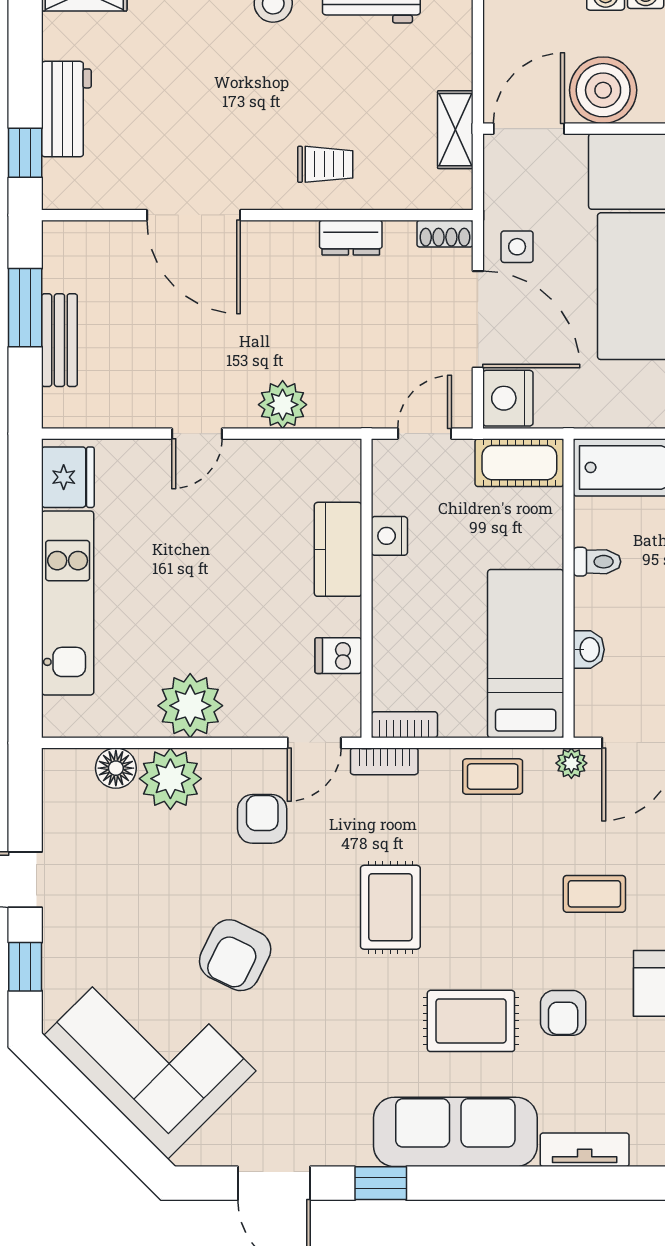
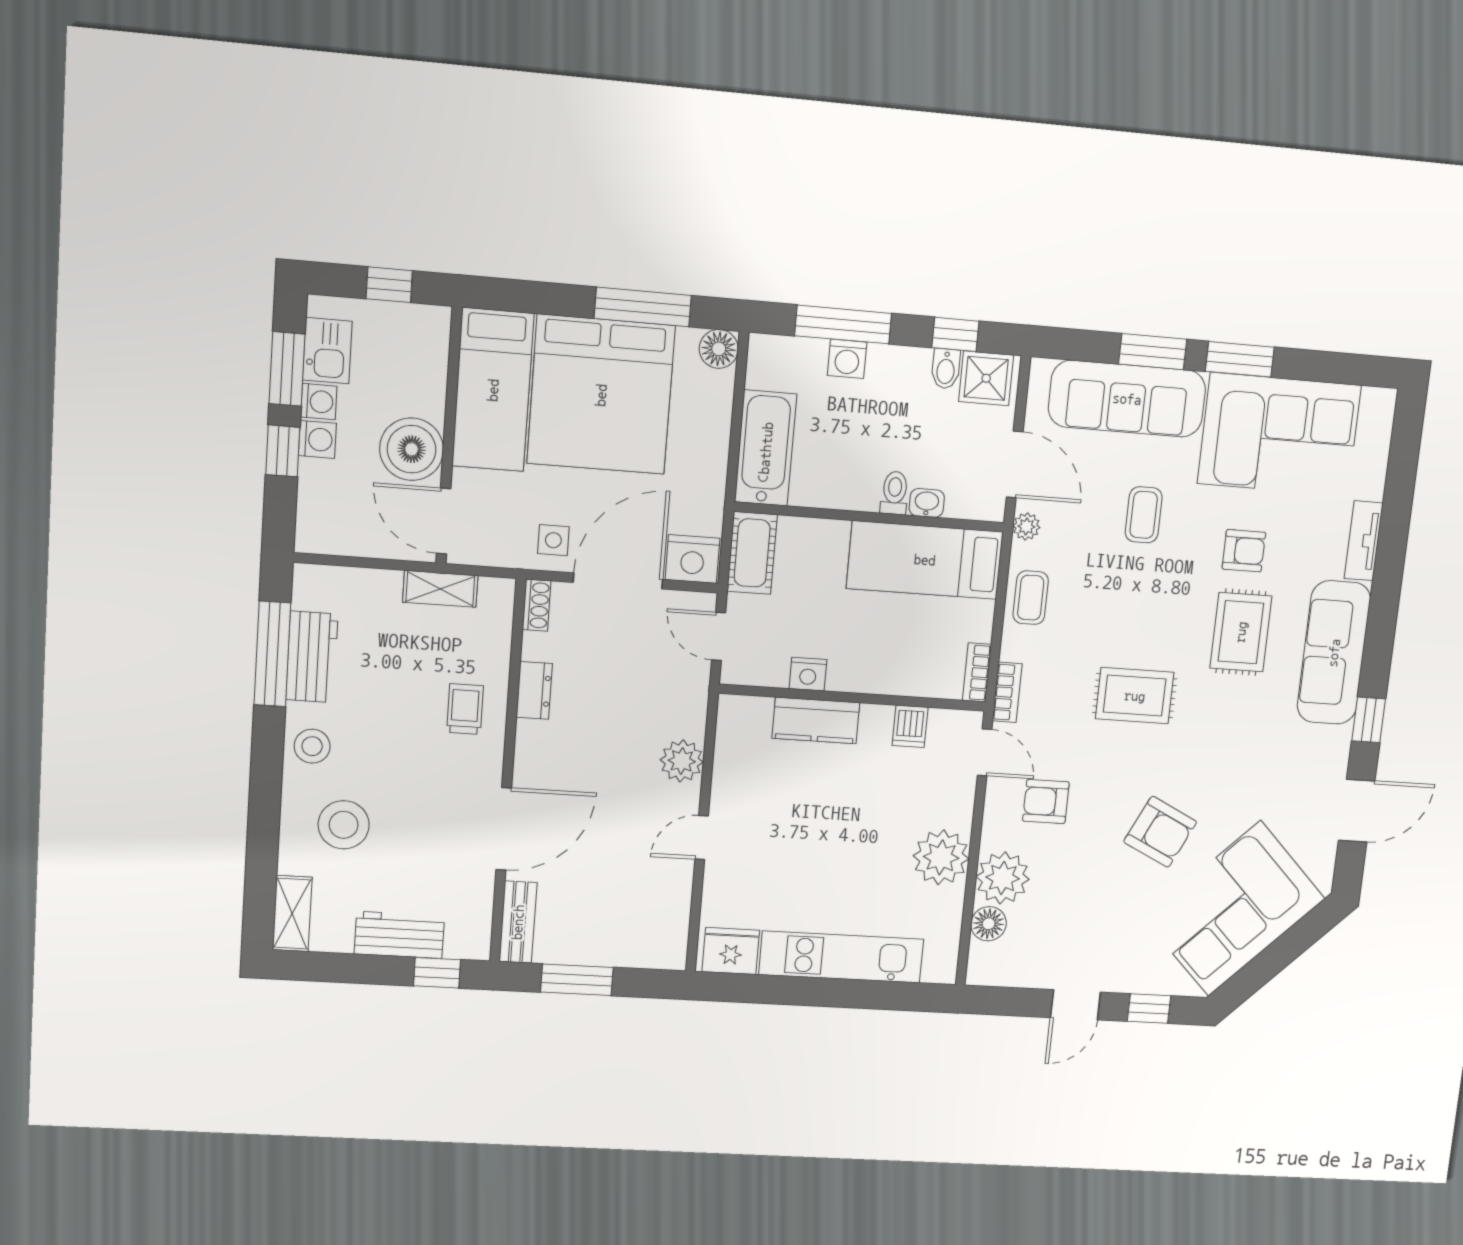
stool: (188, 42) -> (344, 825), added
bench: (59, 340) -> (518, 922), moved, turned 90
door: (197, 434) -> (702, 838), swing flipped
toilet: (597, 562) -> (895, 493), moved

